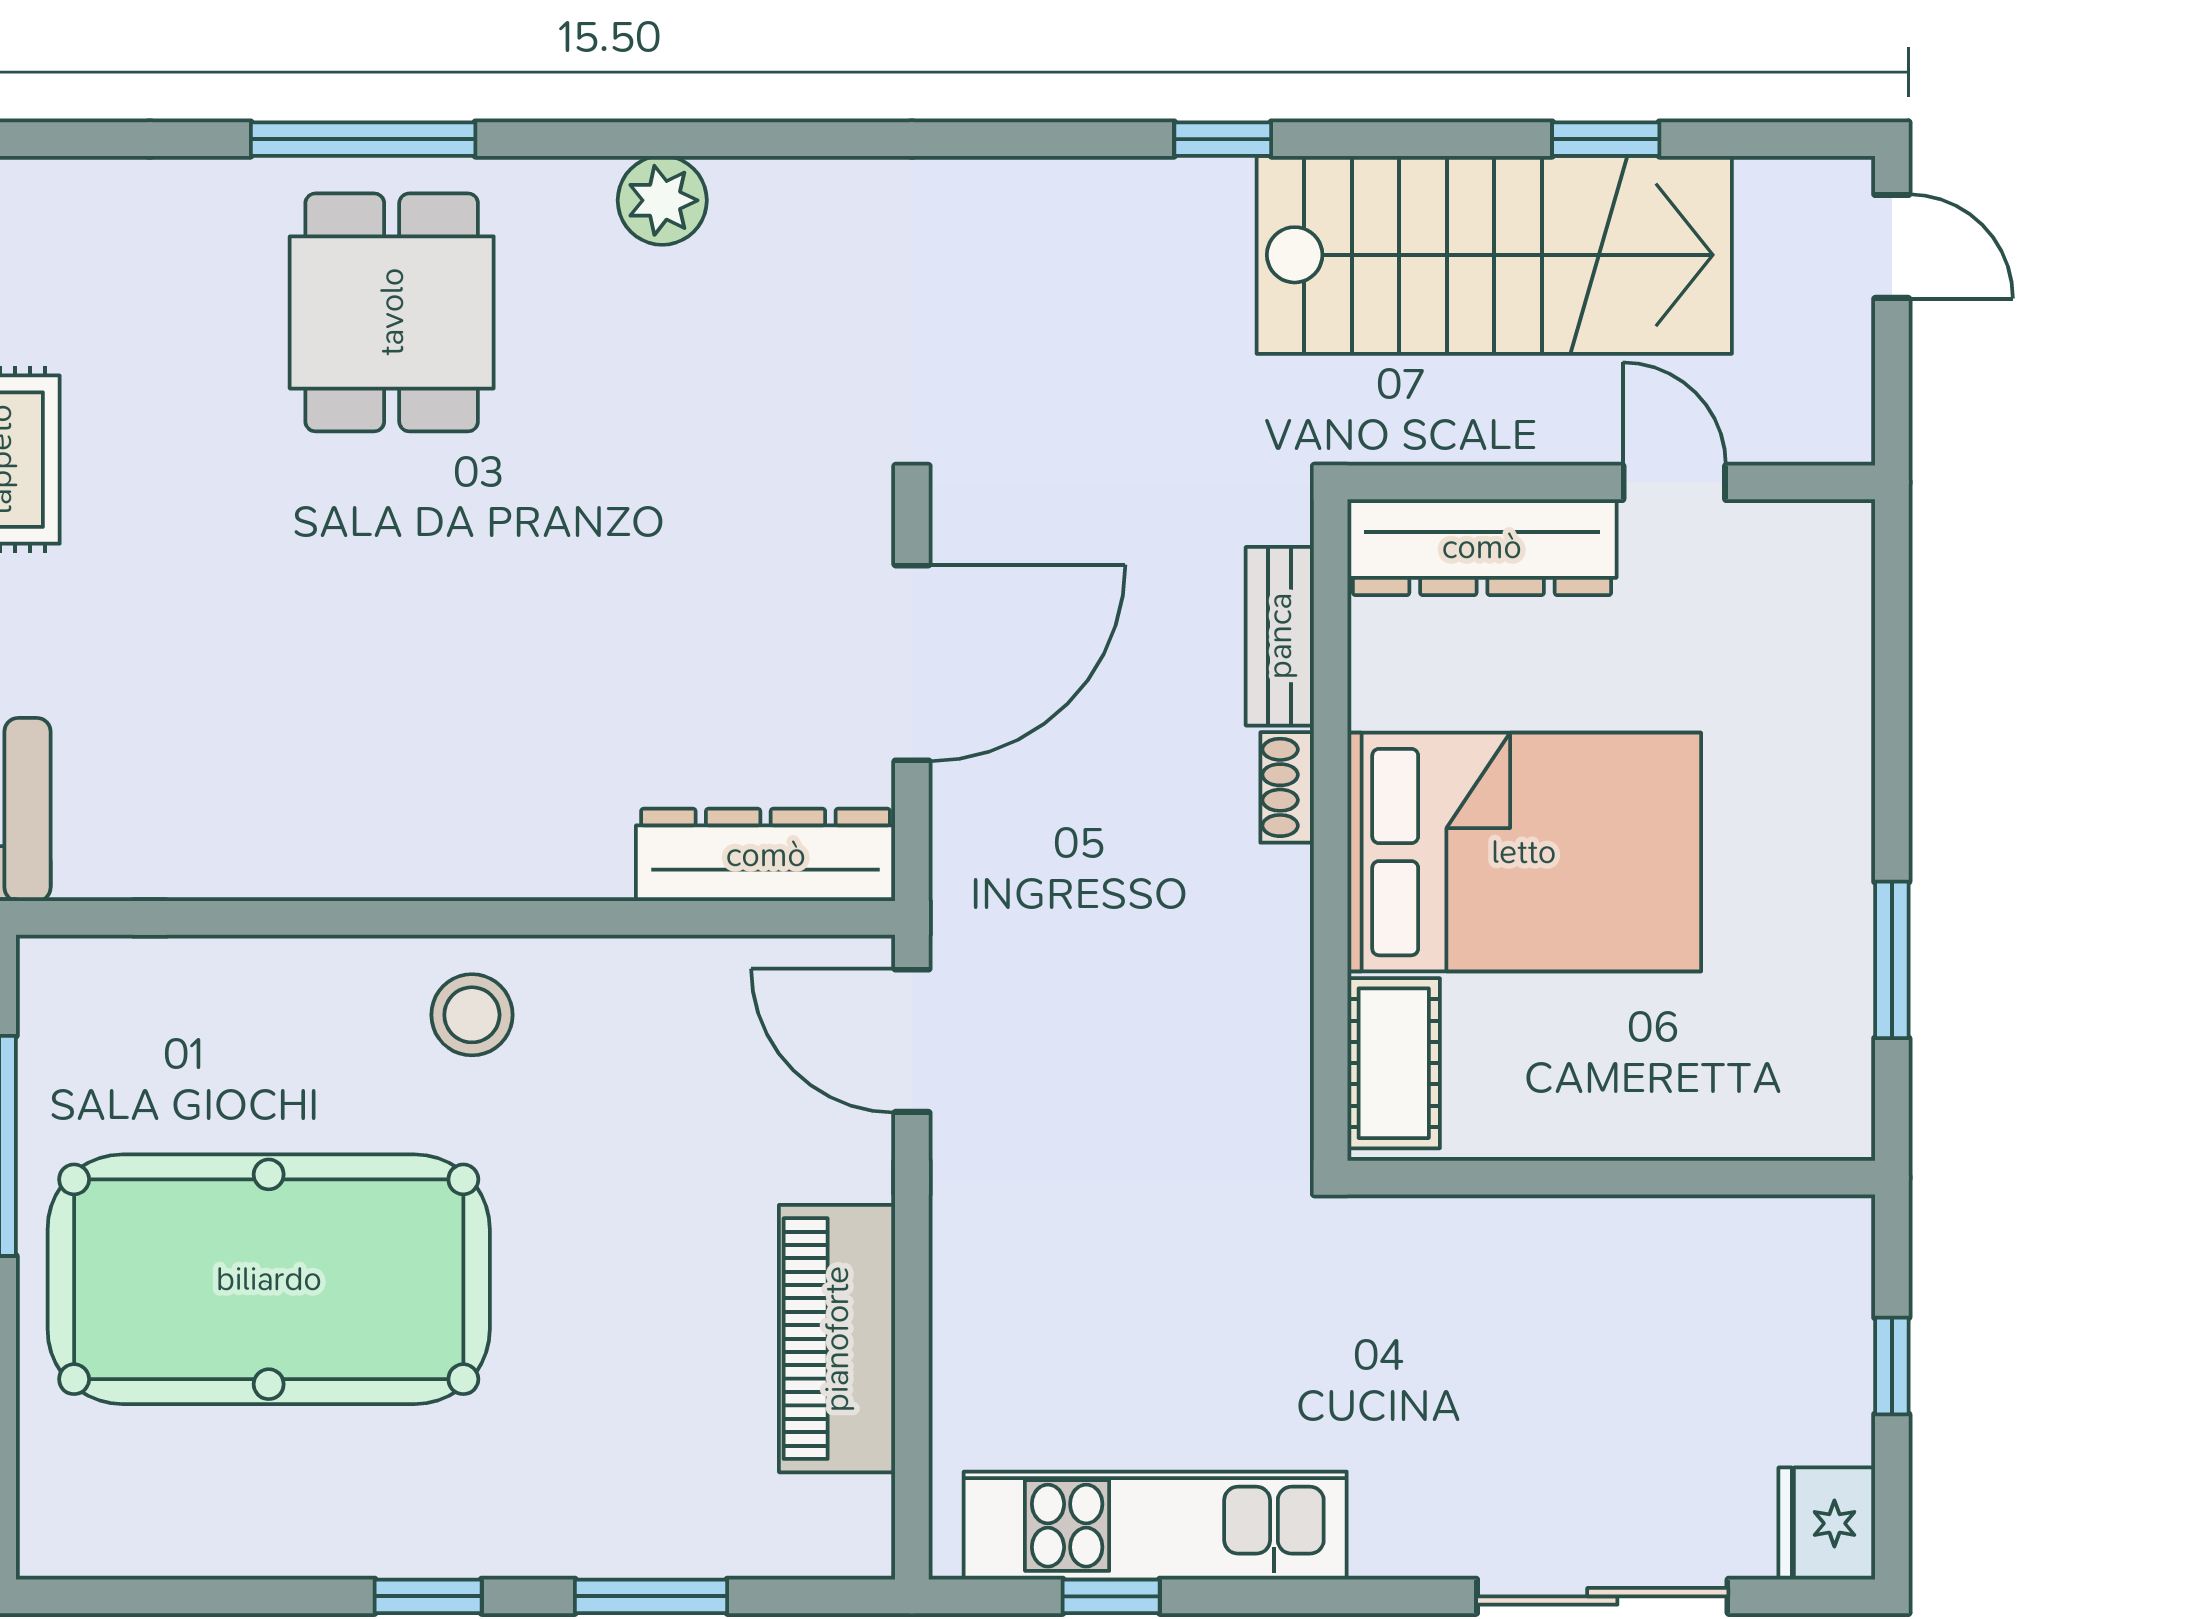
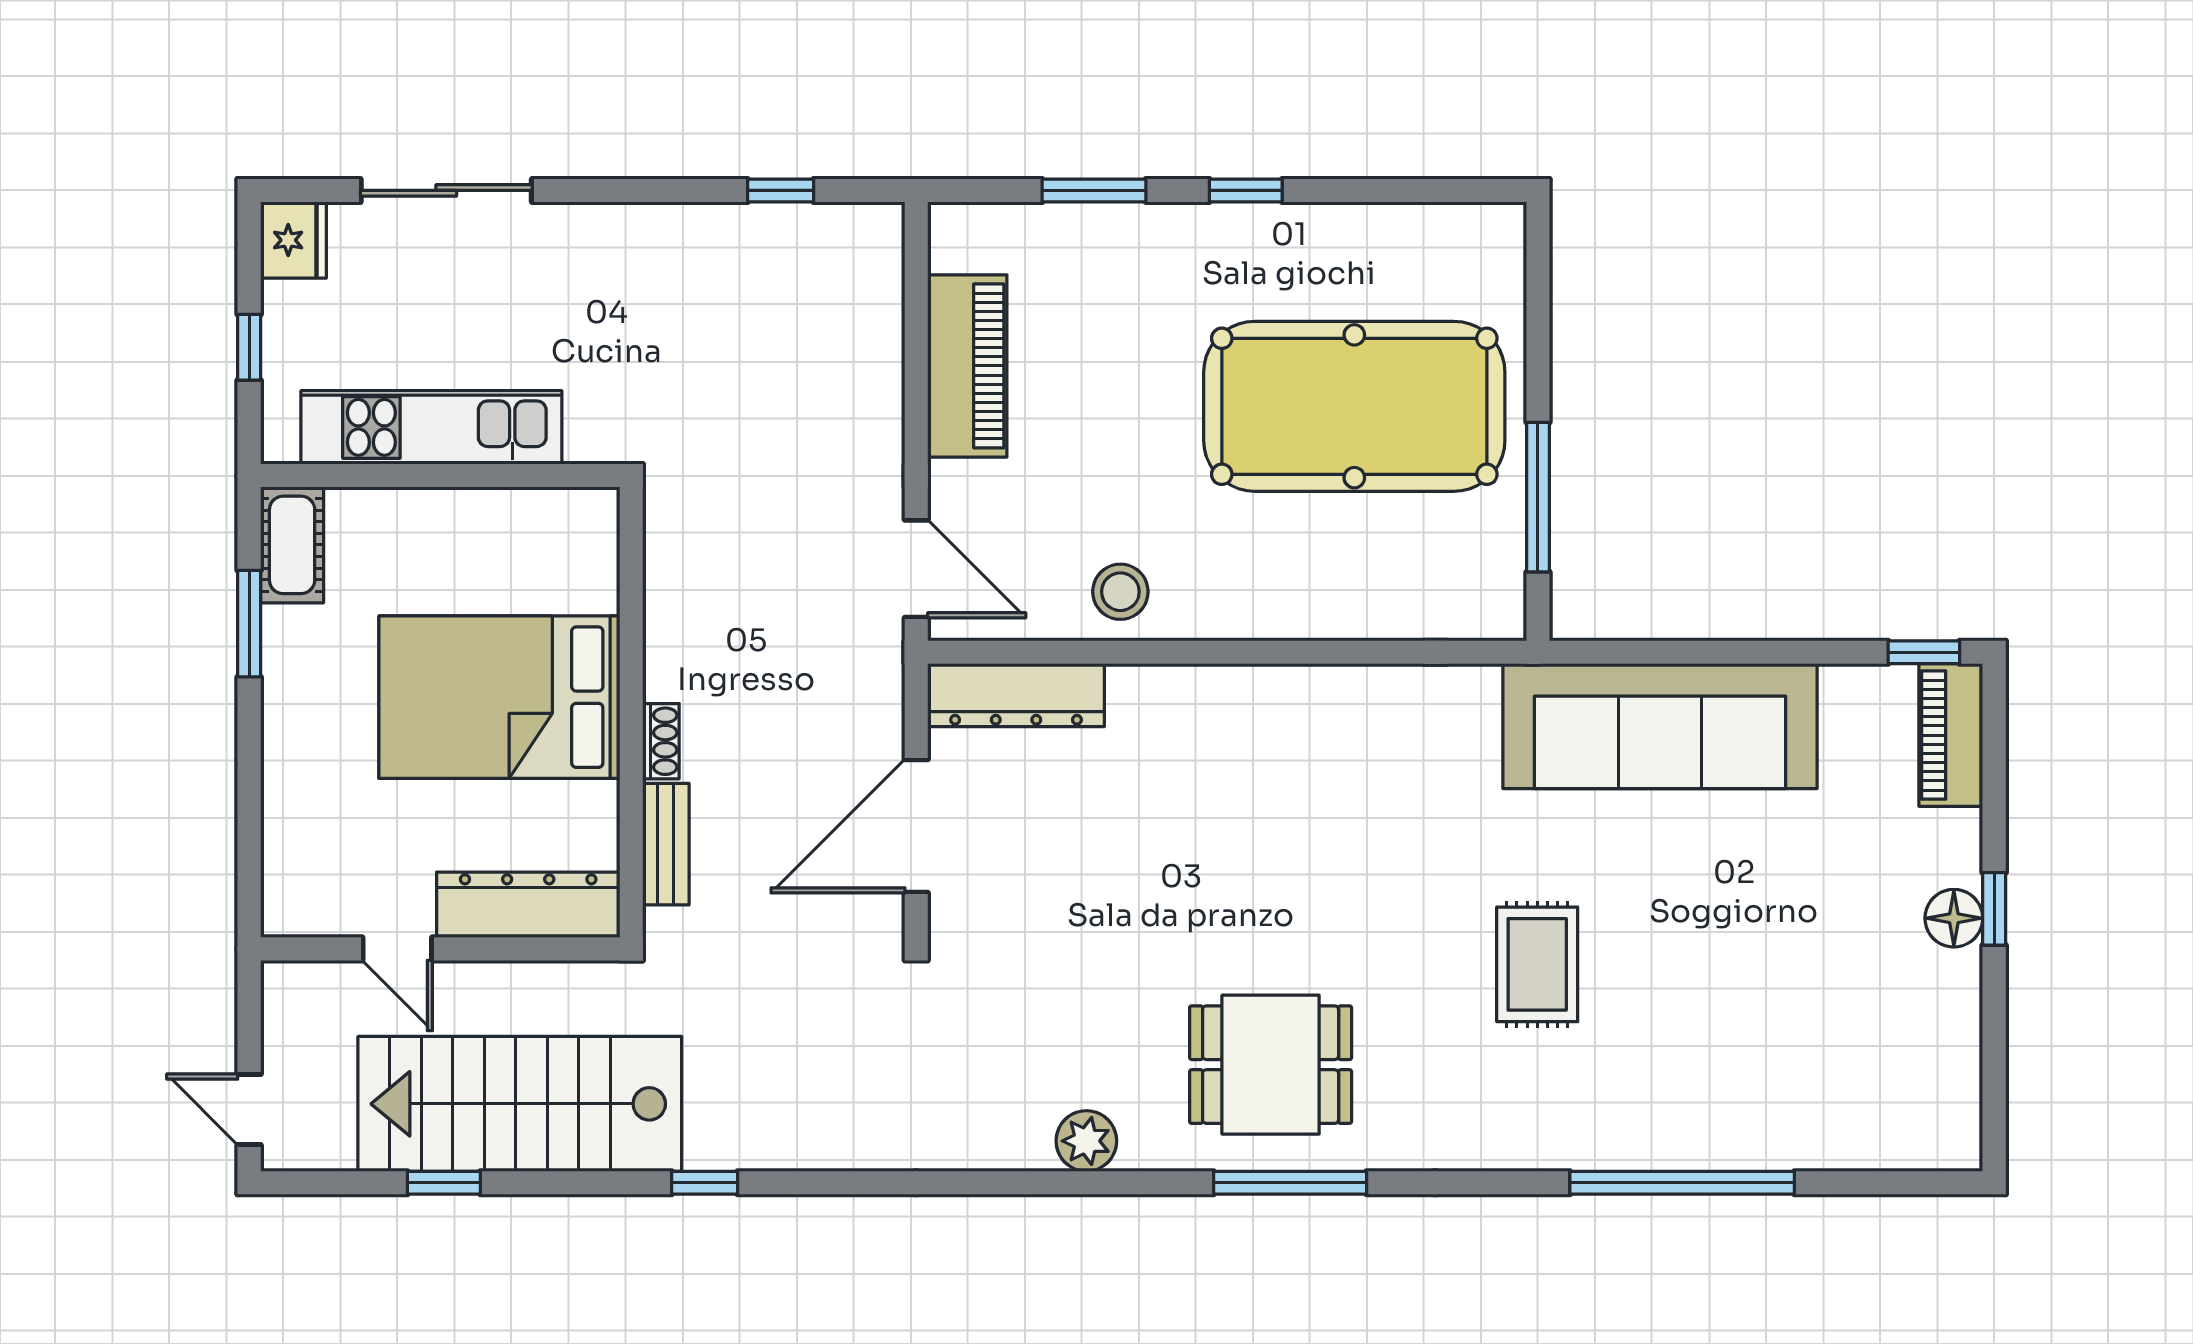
dining table: (392, 312) -> (1271, 1065), turned 90
stool: (472, 1015) -> (1120, 592), moved
cot: (1394, 1063) -> (292, 545), moved
kitchen unit: (1155, 1526) -> (431, 427), moved, turned 180

